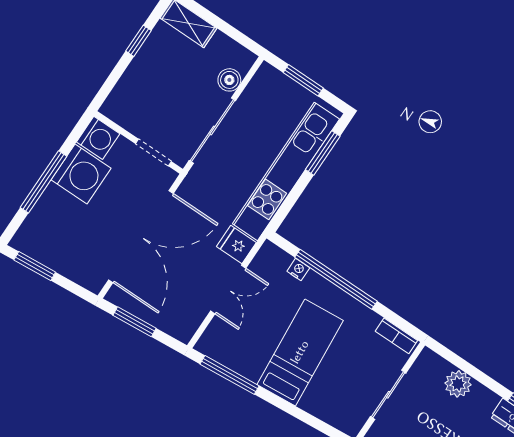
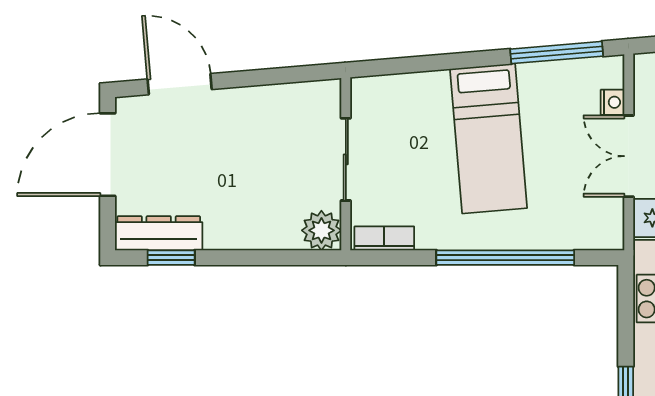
nightstand: (298, 270) -> (612, 102), moved, turned -90
plant: (458, 384) -> (321, 230), moved

